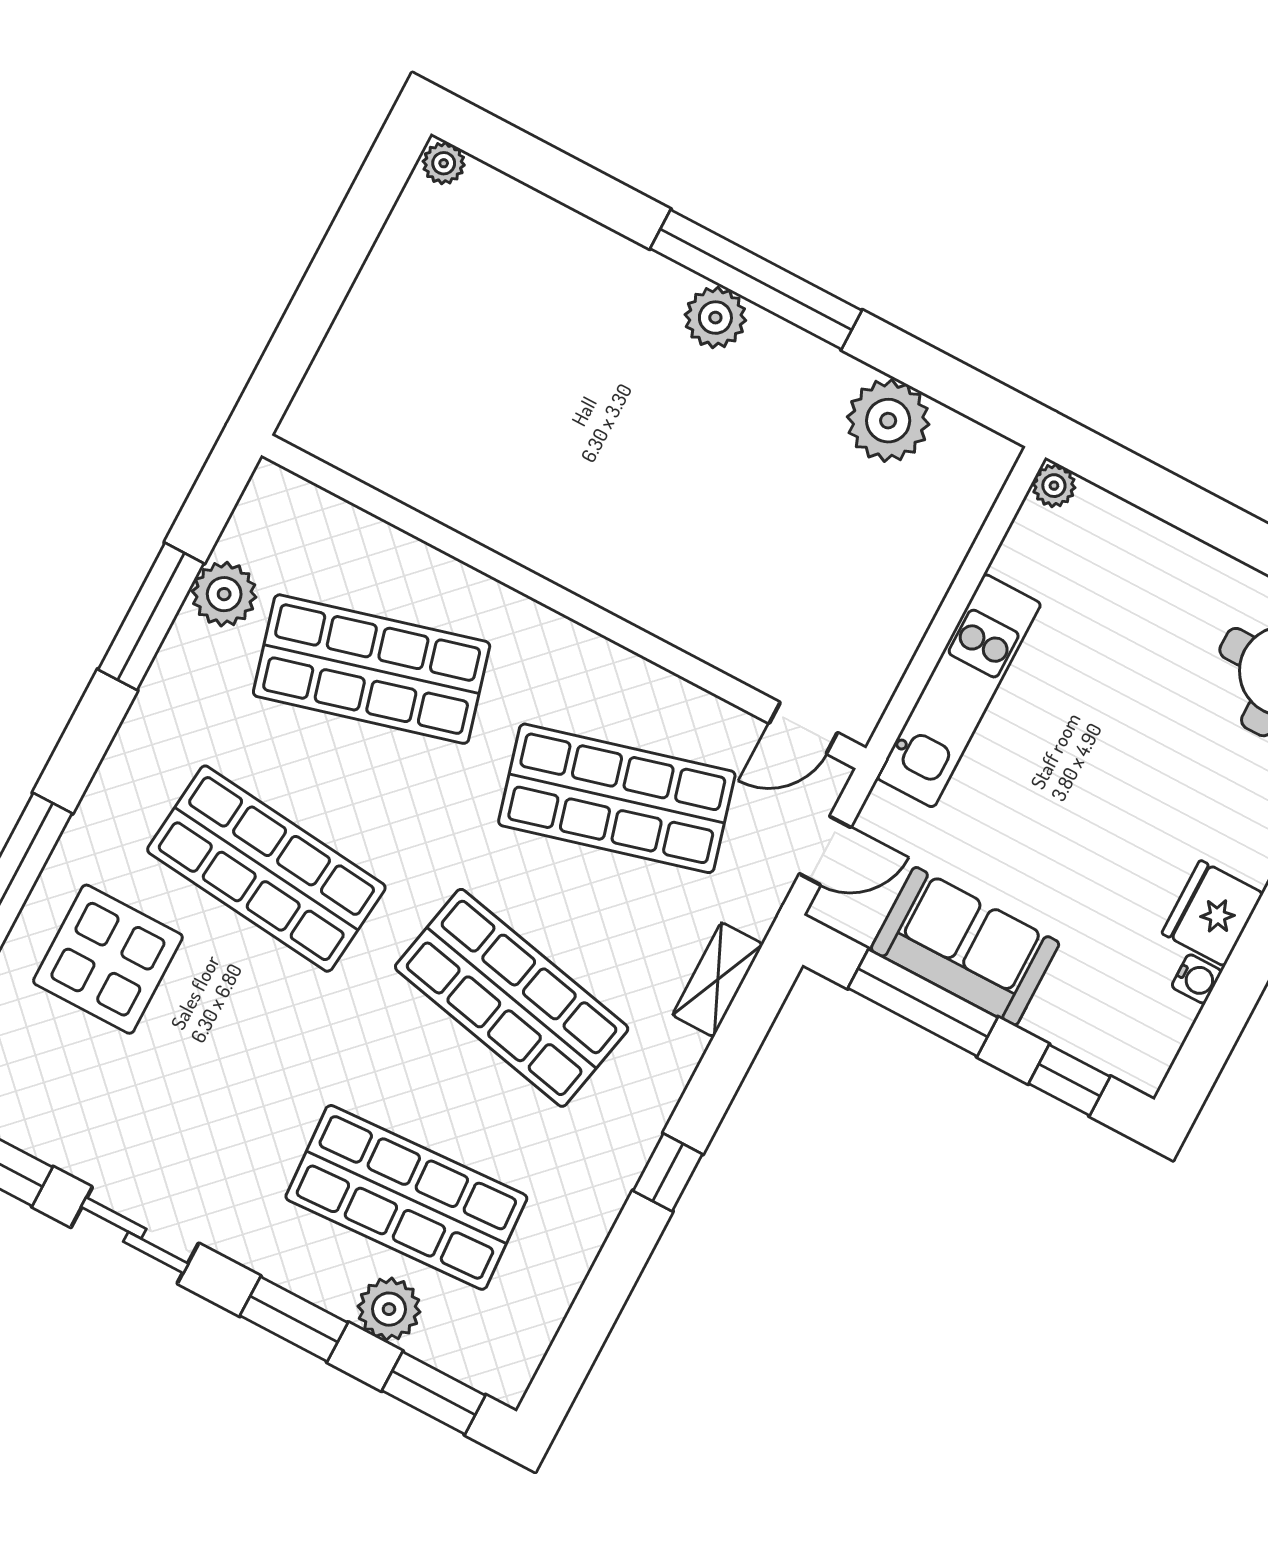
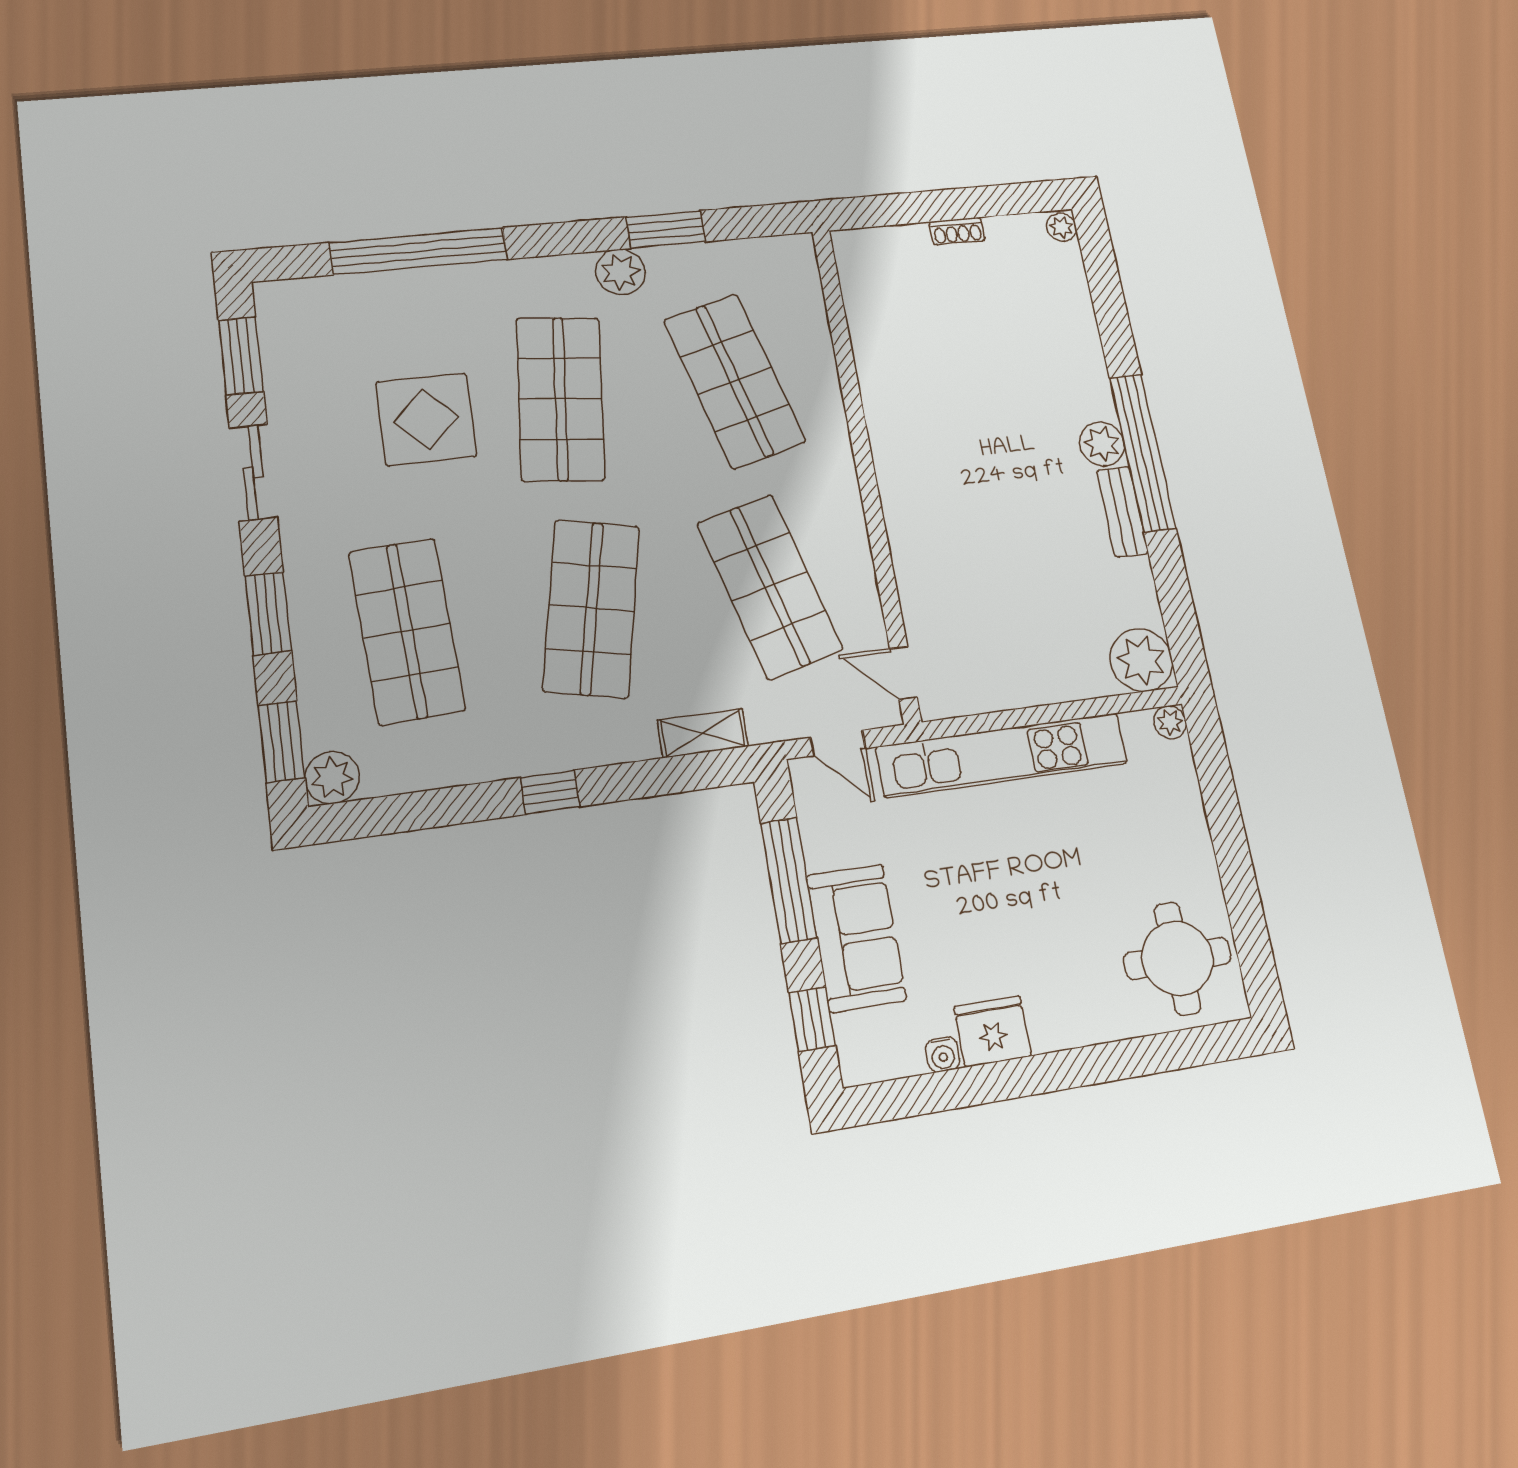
shoe rack: (368, 289) -> (957, 231), added
bench: (803, 355) -> (1122, 512), added
plant: (888, 421) -> (1141, 660), moved
plant: (224, 594) -> (620, 272), moved
window: (151, 616) -> (666, 229), width x0.69
kitchen unit: (959, 691) -> (1002, 755), width x1.36
sofa: (965, 946) -> (856, 938), moved
display table: (108, 959) -> (426, 419), moved
plant: (389, 1309) -> (332, 777), moved

